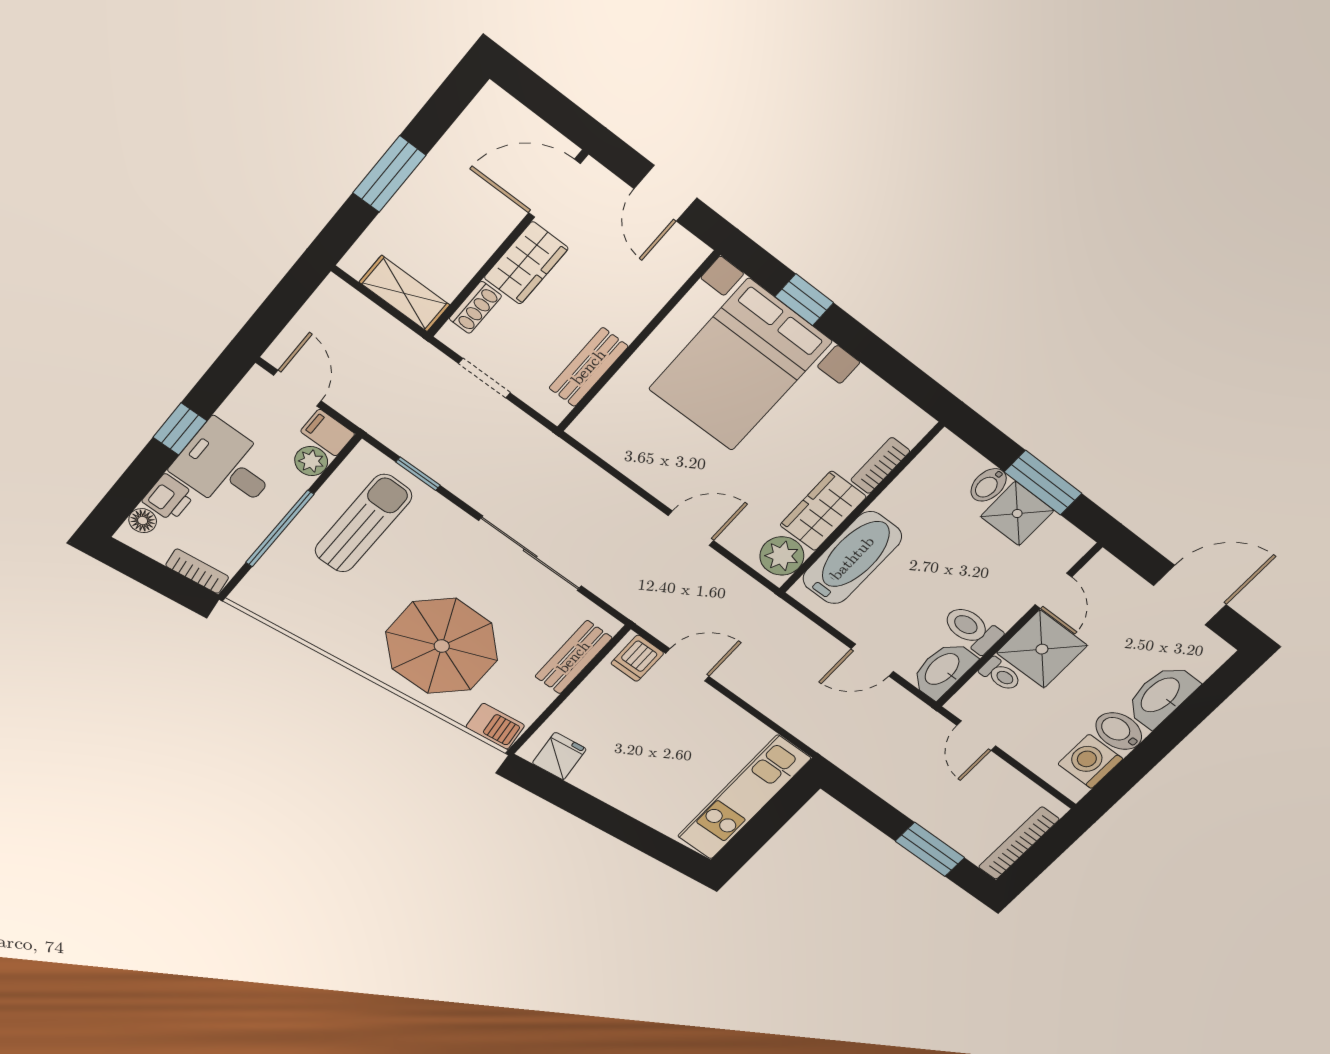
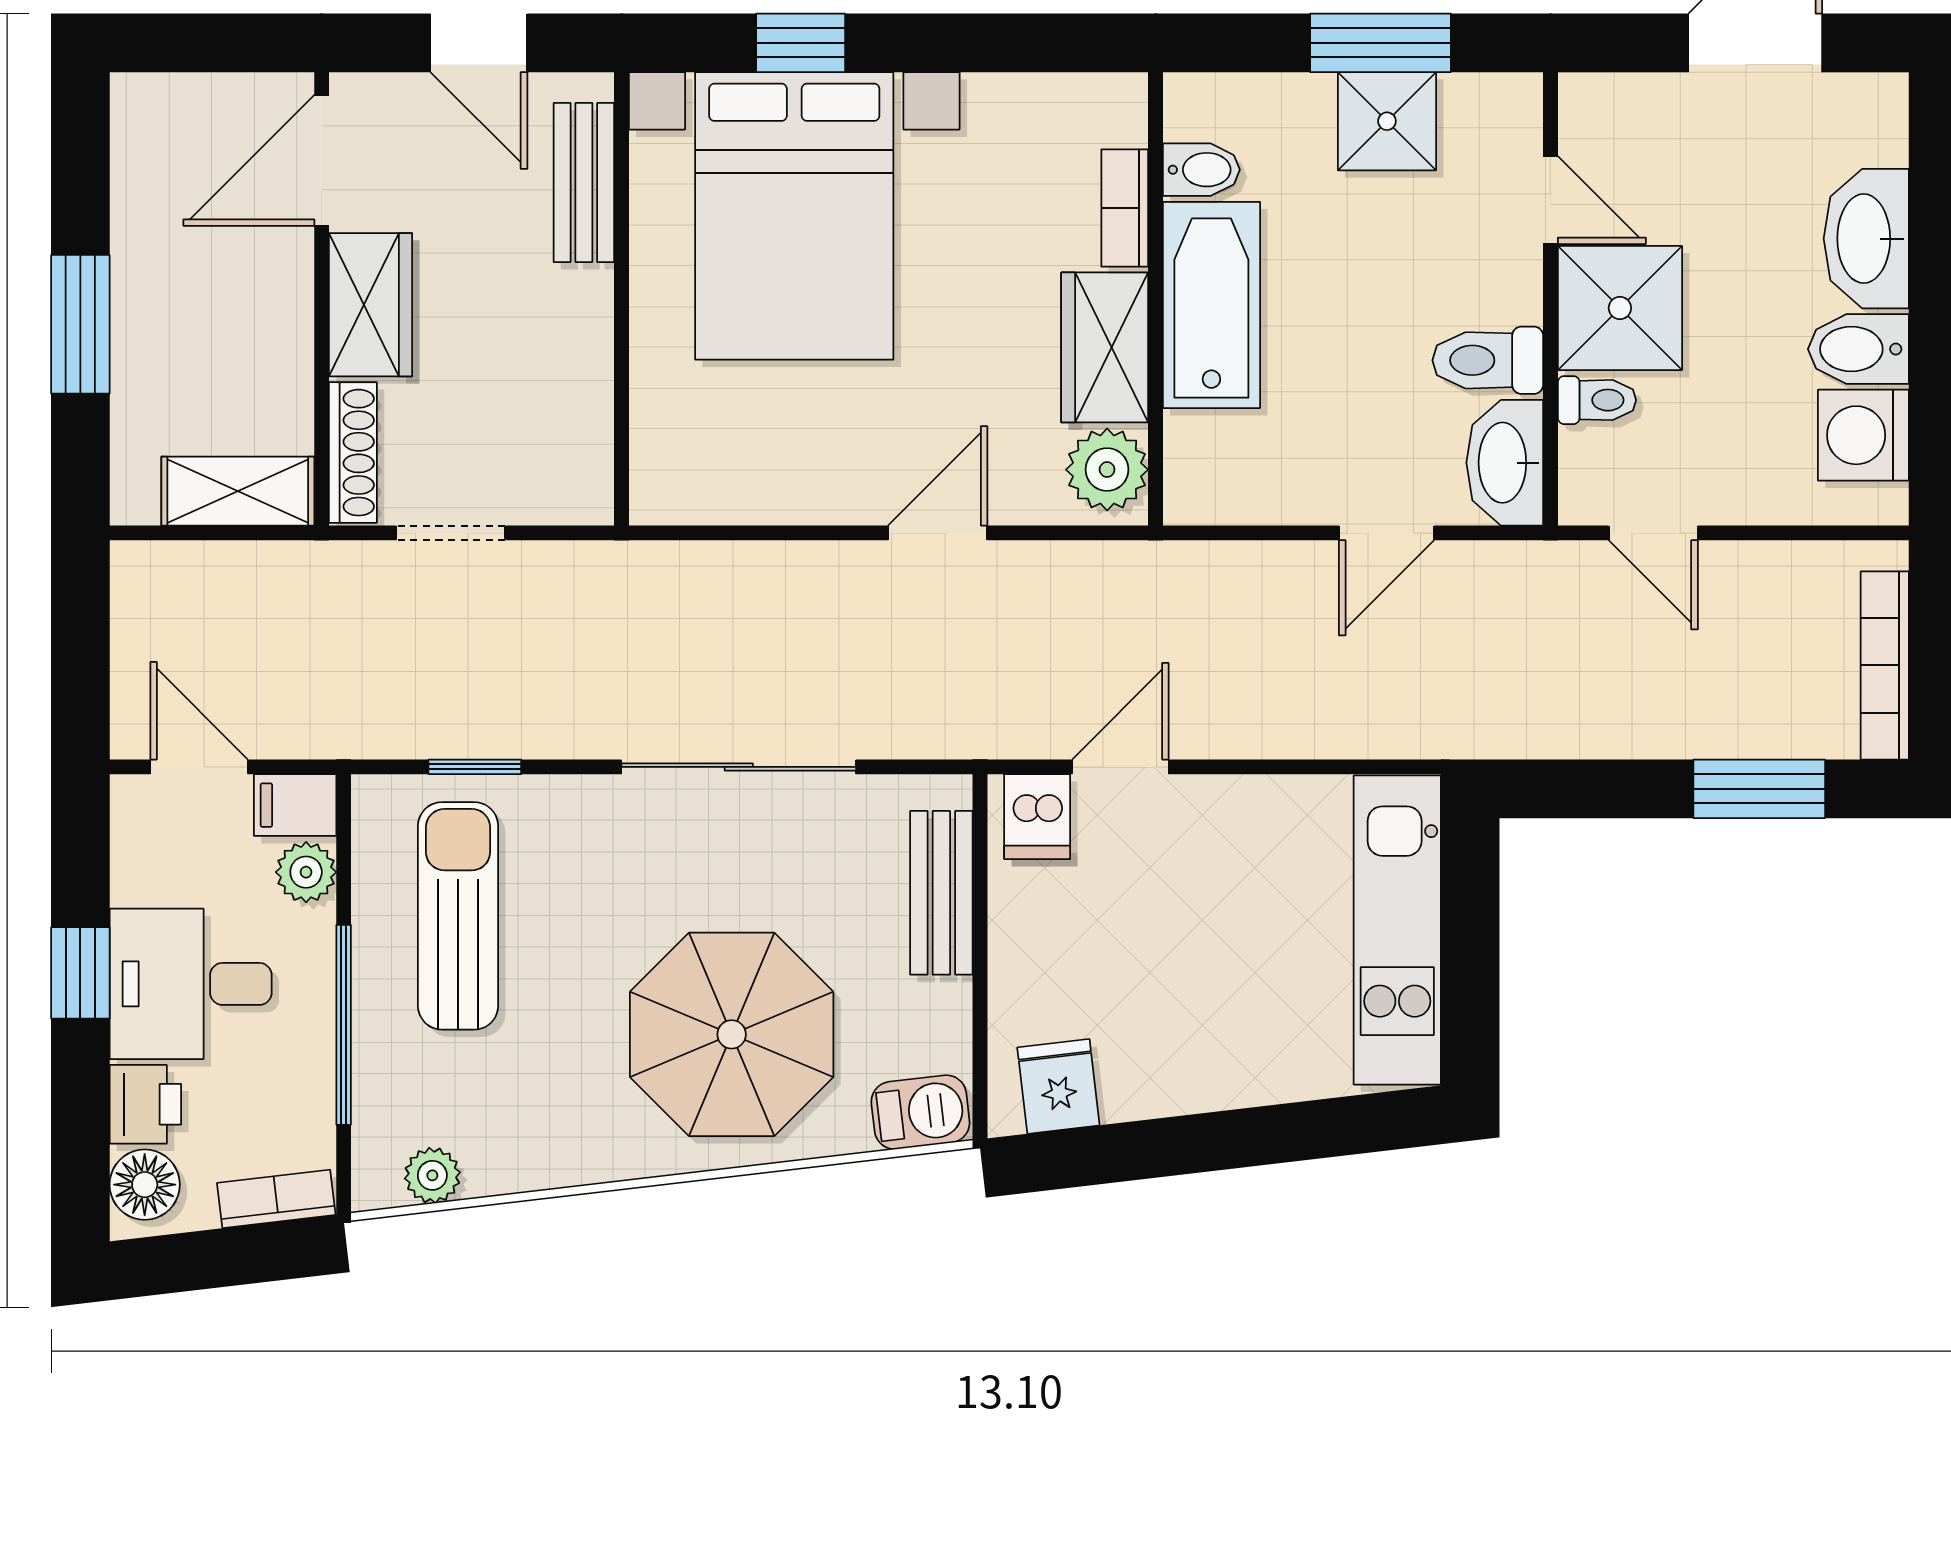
shoe rack: (475, 307) -> (353, 453), width x1.43
bench: (588, 367) -> (584, 182), moved
bidet: (989, 485) -> (1201, 170), moved, turned -90
floor lamp: (143, 521) -> (145, 1185), width x1.37, depth x1.37
bathtub: (852, 558) -> (1211, 305), moved
plant: (272, 609) -> (432, 1175), added

